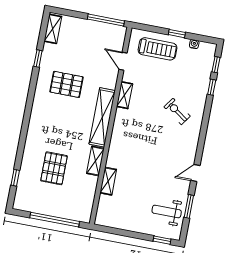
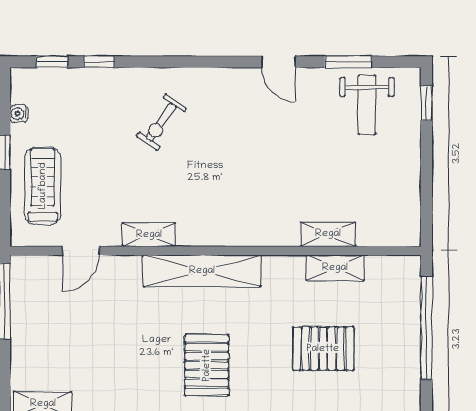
pallet: (66, 84) -> (207, 365), moved
shelving: (95, 161) -> (335, 268), moved

